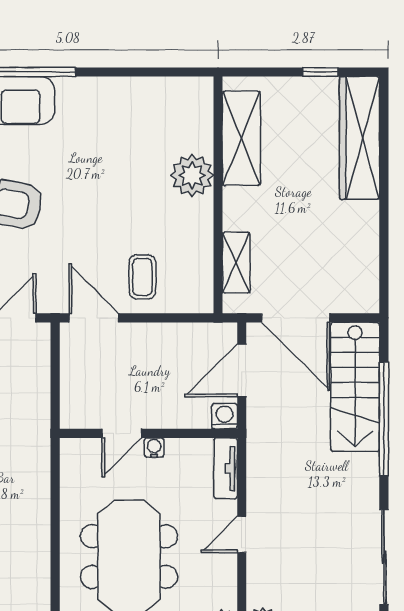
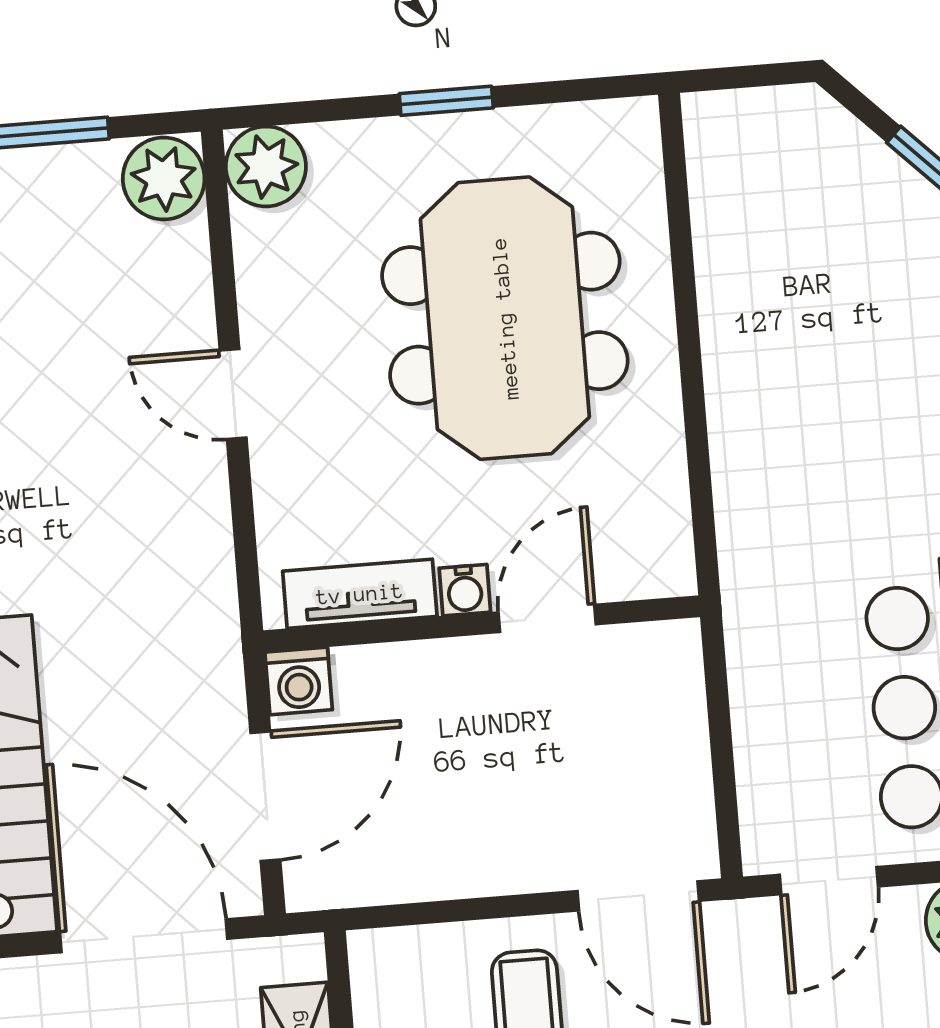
tv unit: (226, 468) -> (360, 594), moved, turned -90
door: (242, 535) -> (233, 394), swing flipped

